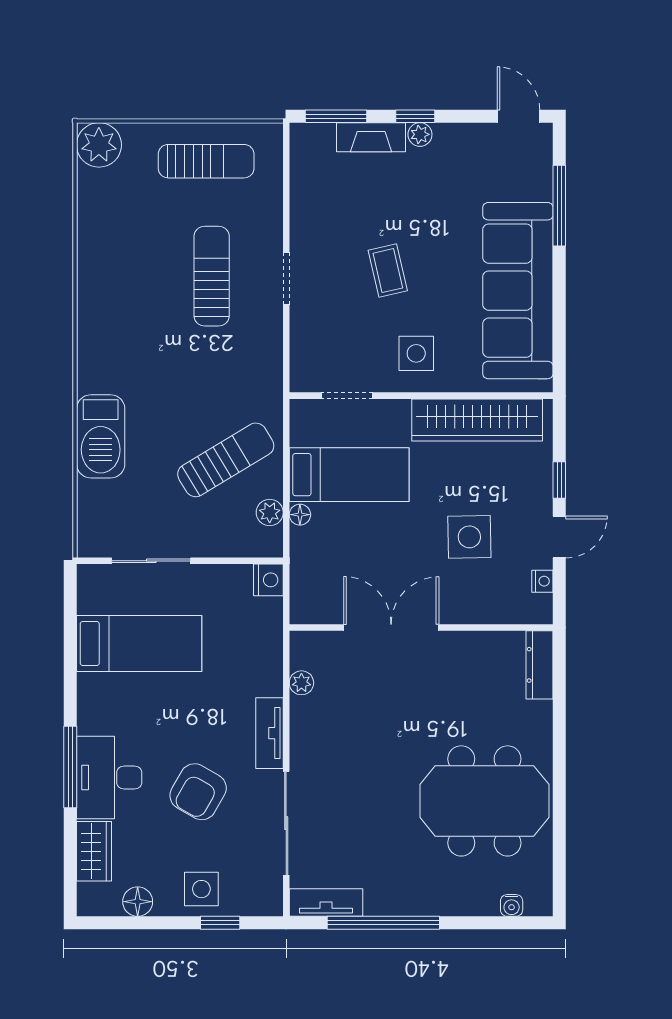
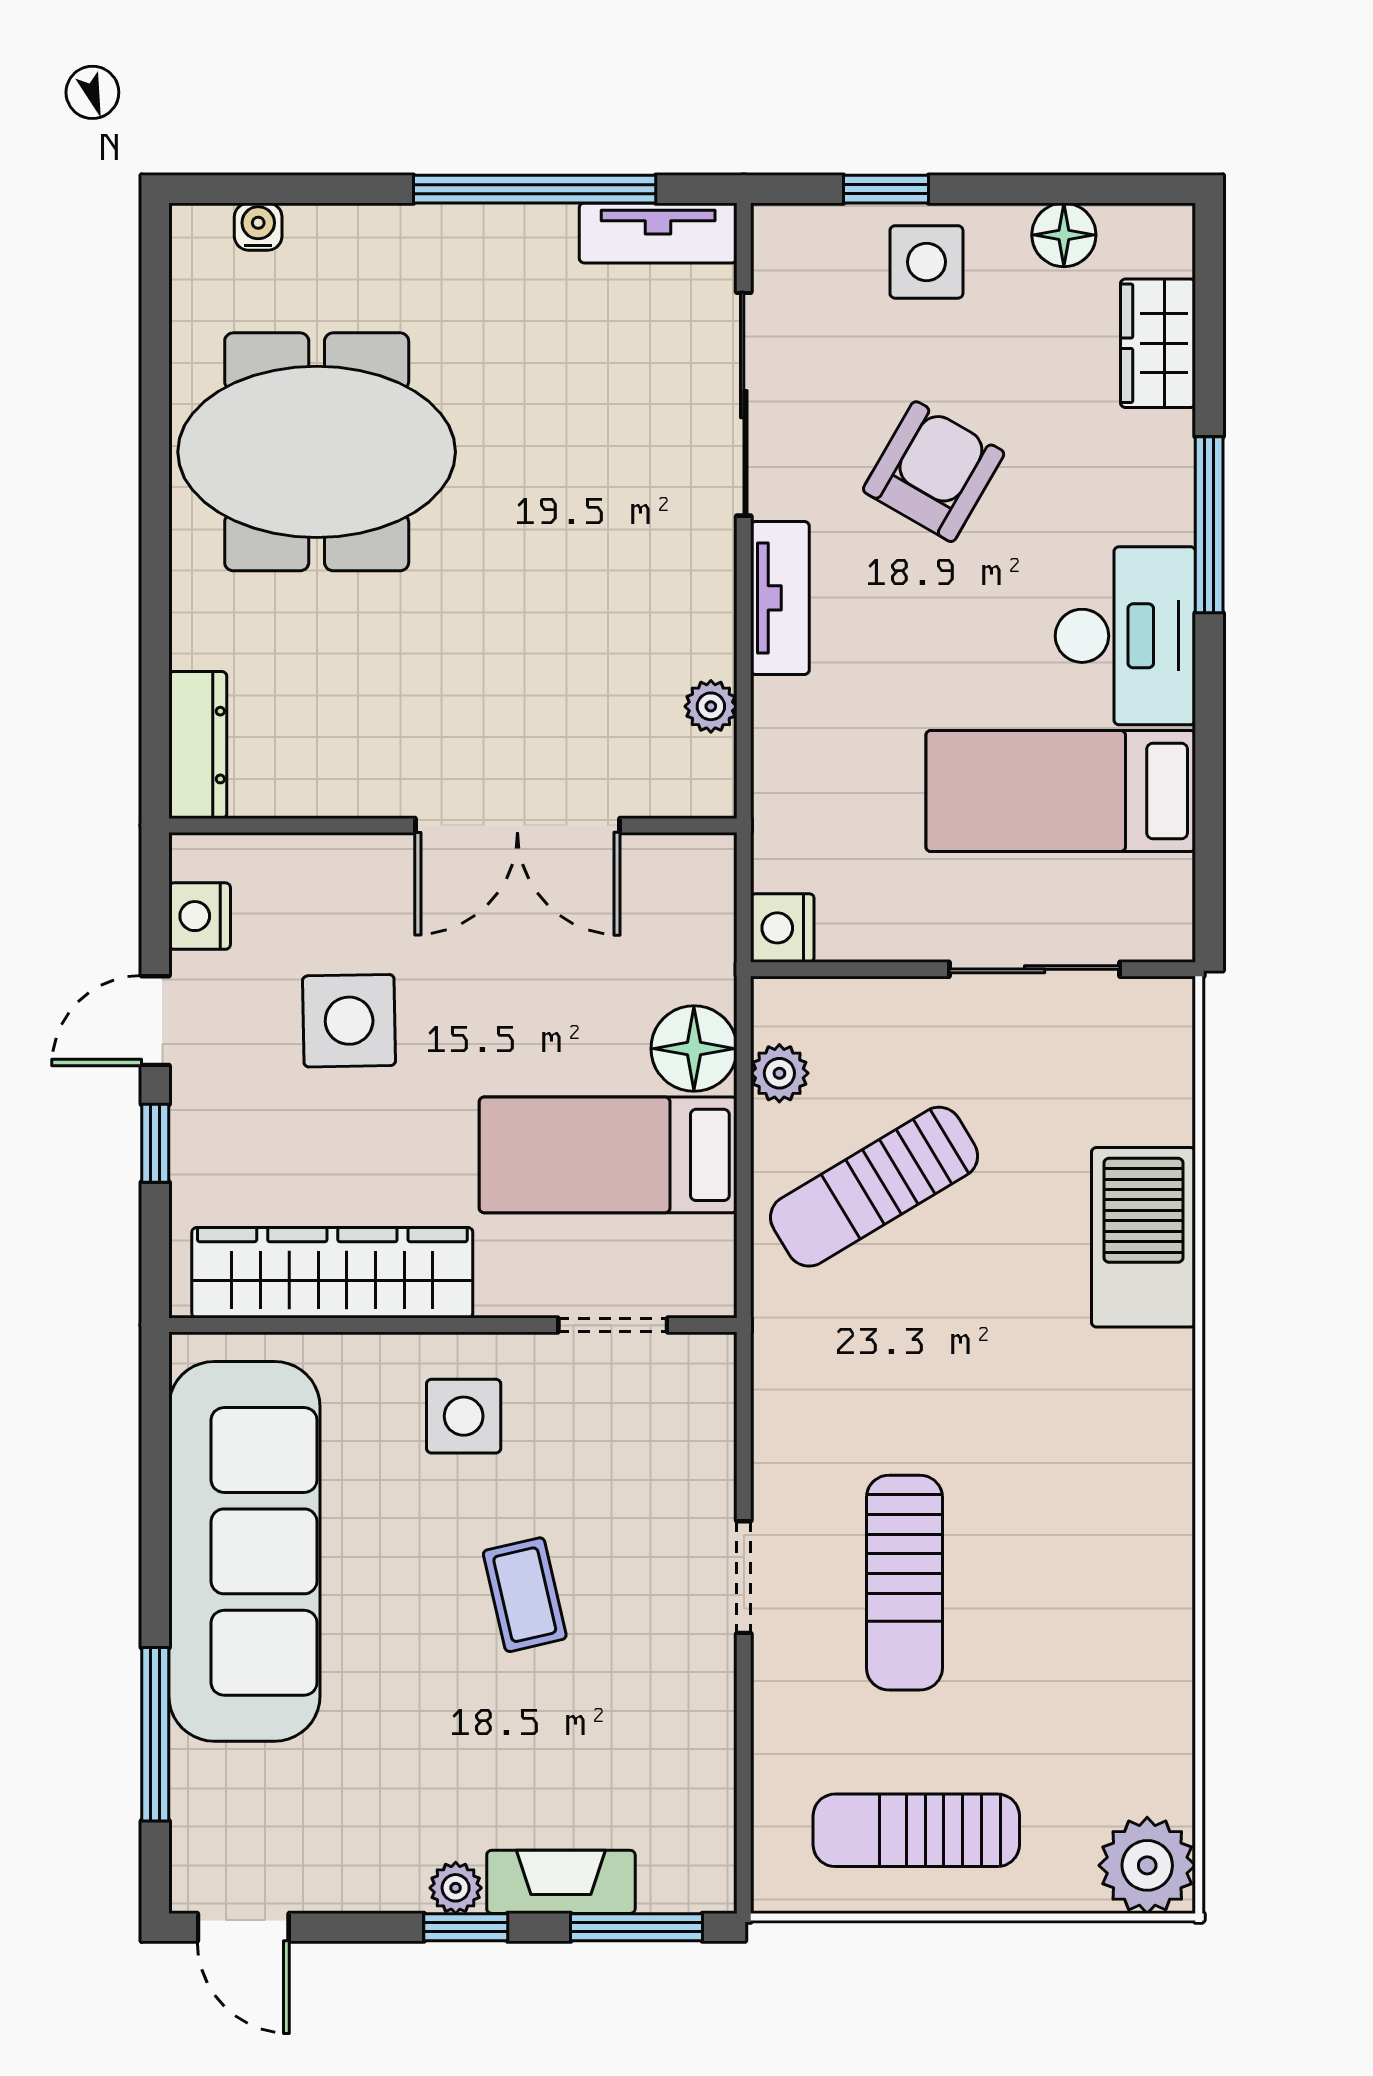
floor lamp: (300, 515) -> (694, 1049), width x1.89, depth x1.89
nightstand: (542, 581) -> (200, 916), width x1.39, depth x1.35
desk: (109, 777) -> (1125, 636), moved

